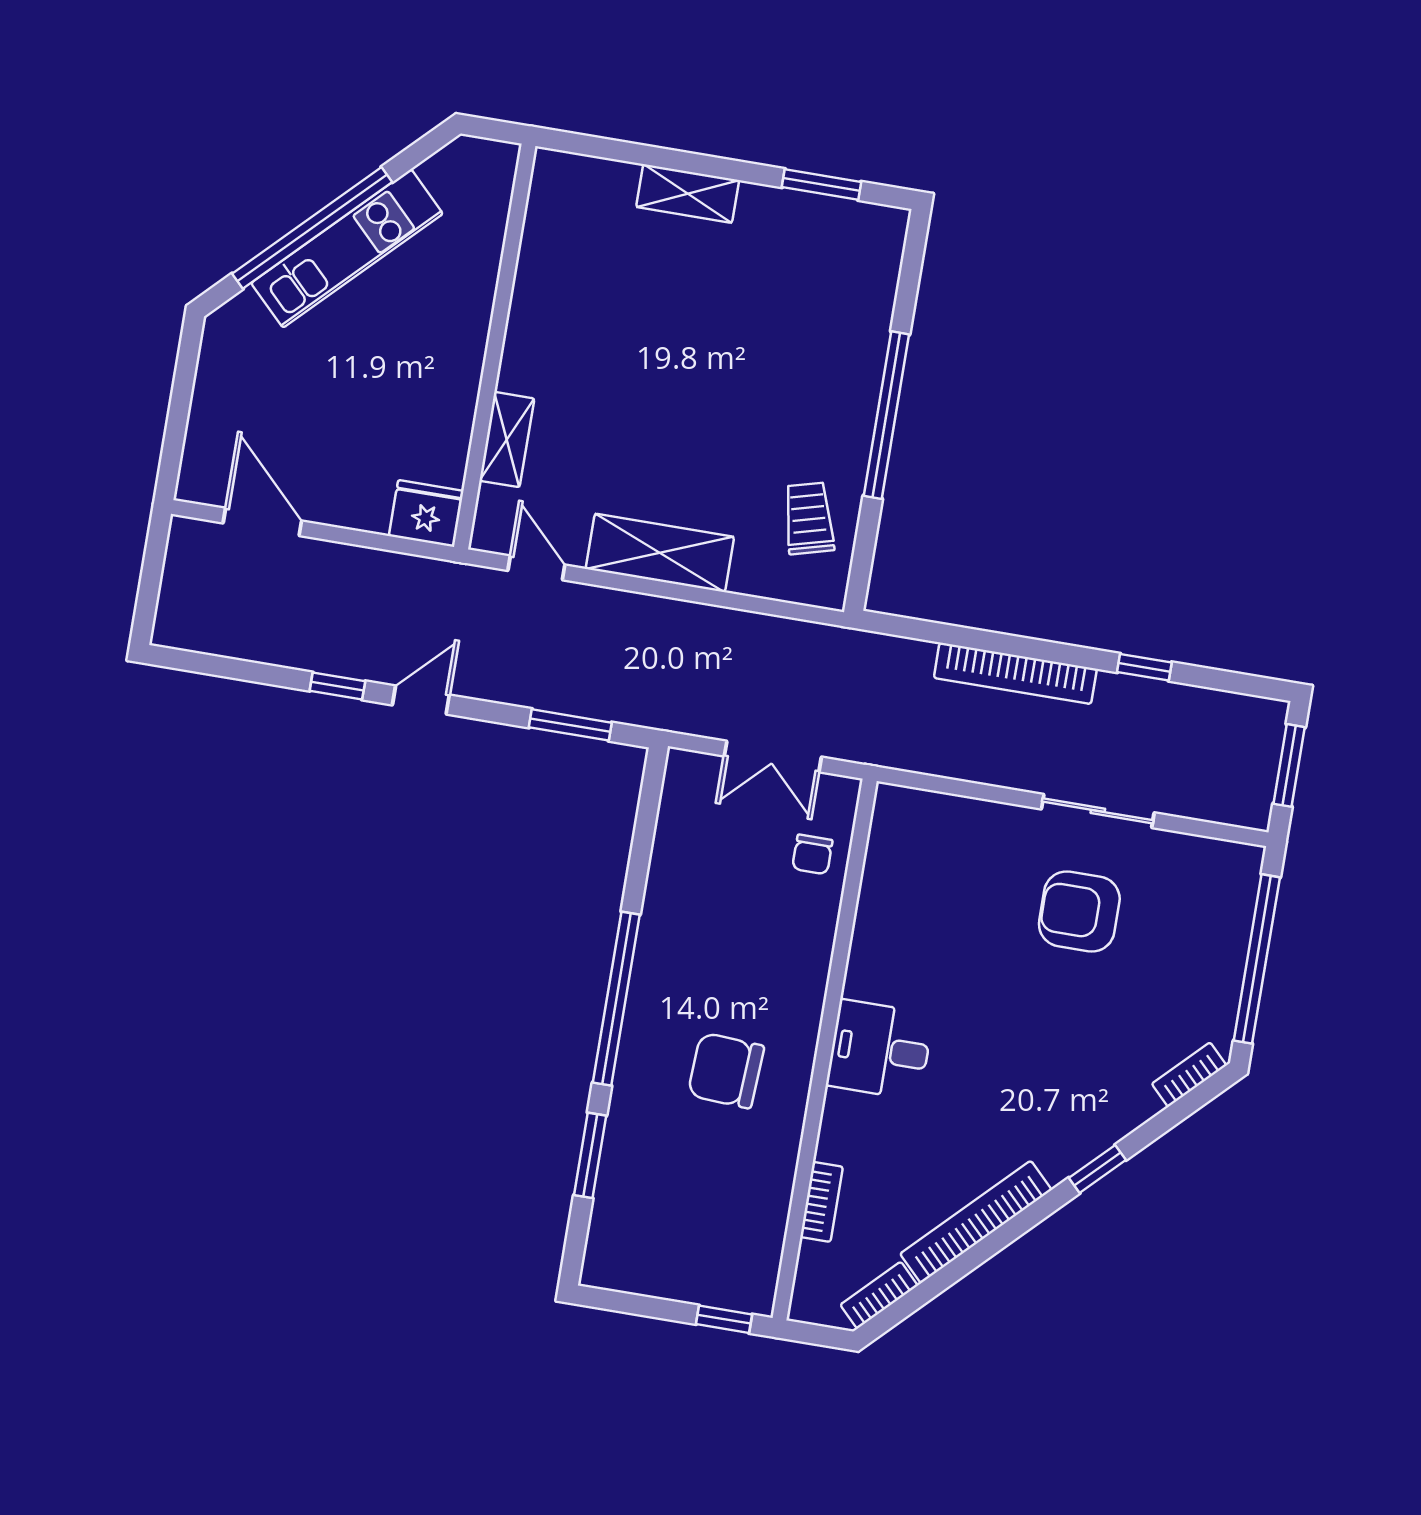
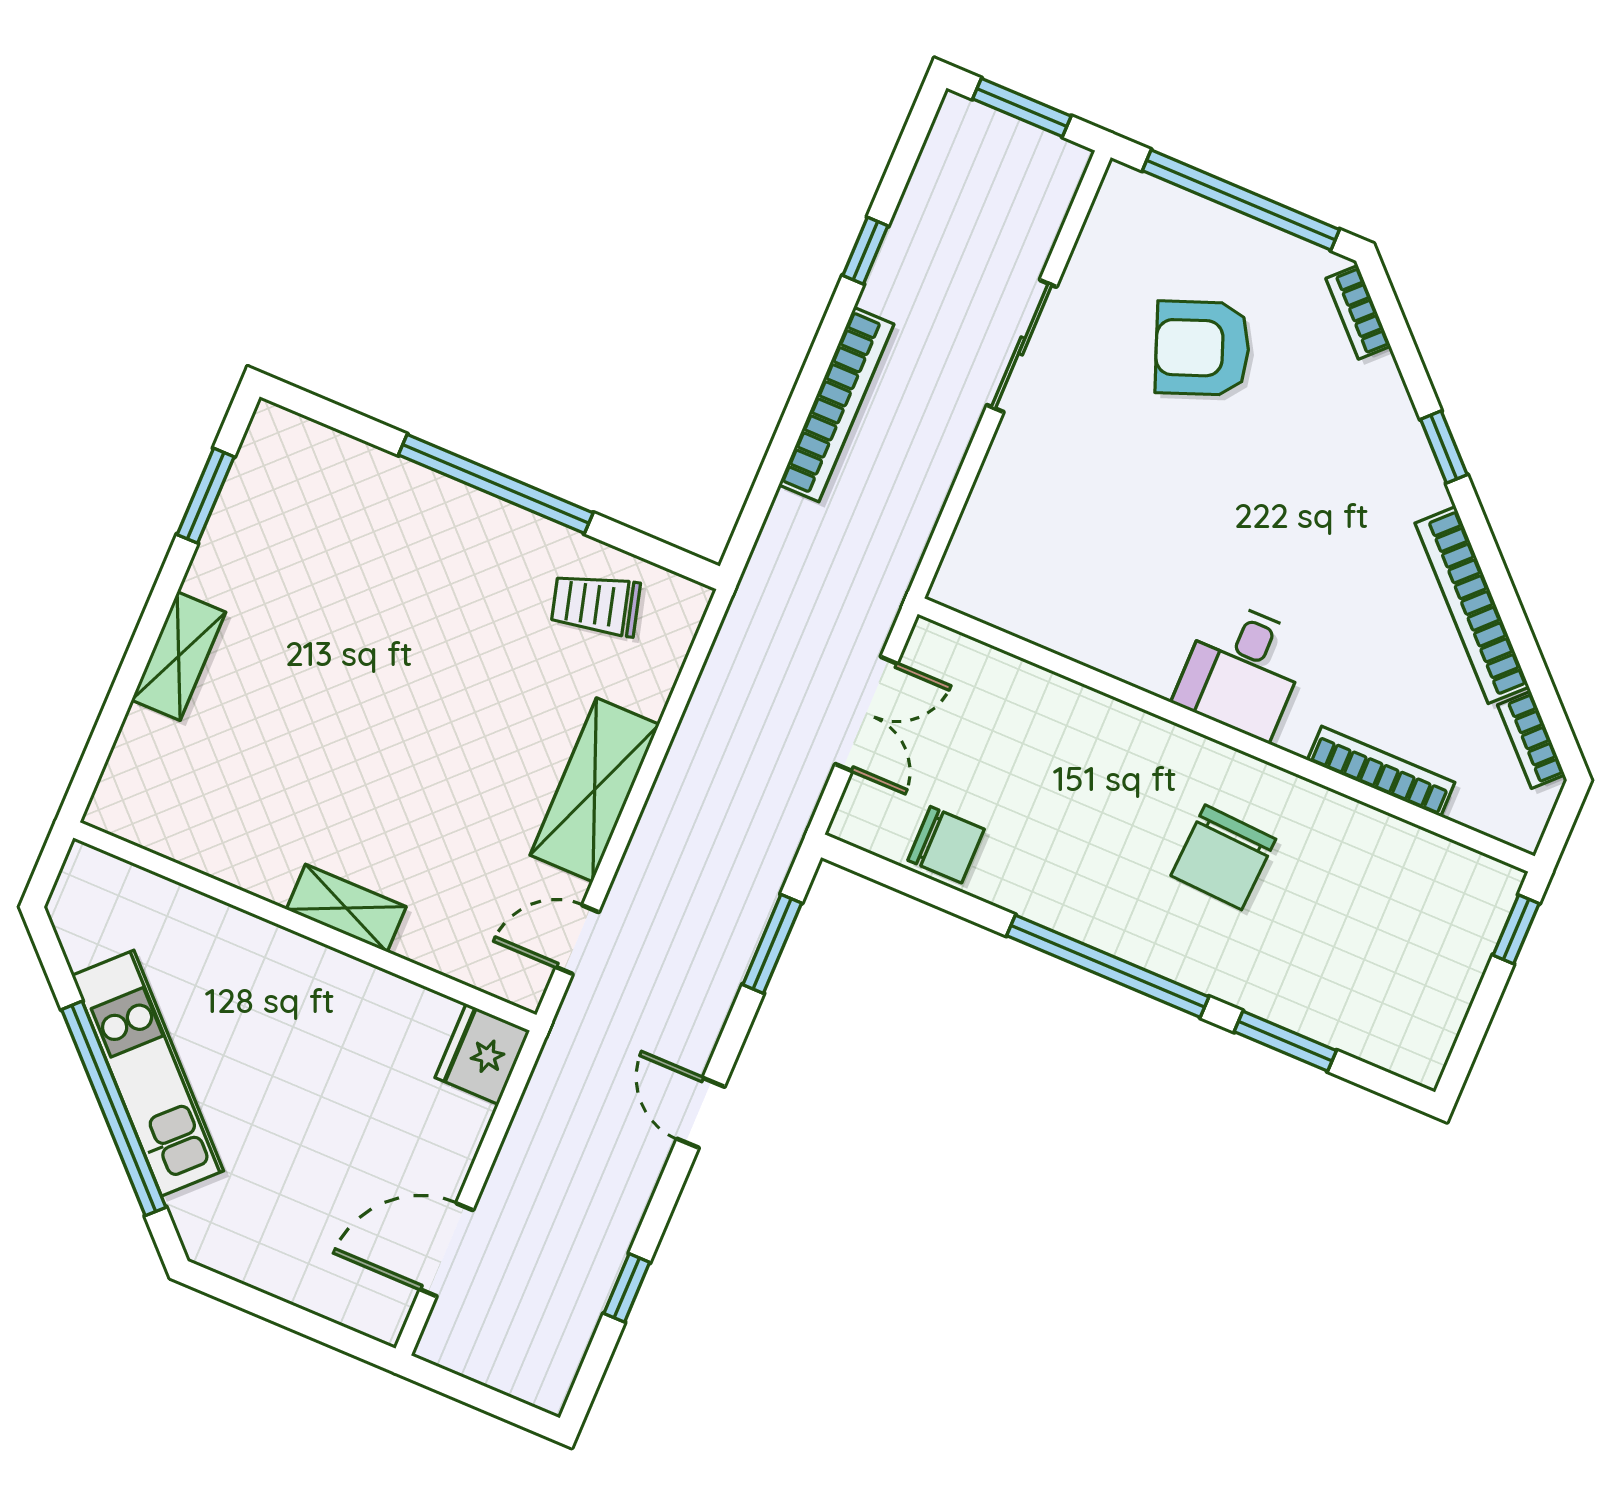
shelving: (507, 440) -> (346, 908), moved
window: (337, 686) -> (627, 1288), moved
chair: (812, 854) -> (946, 845), moved, width x1.37, depth x1.37
armchair: (1079, 912) -> (1202, 348), moved, turned 69
bookcase: (822, 1202) -> (1381, 771), width x1.56

